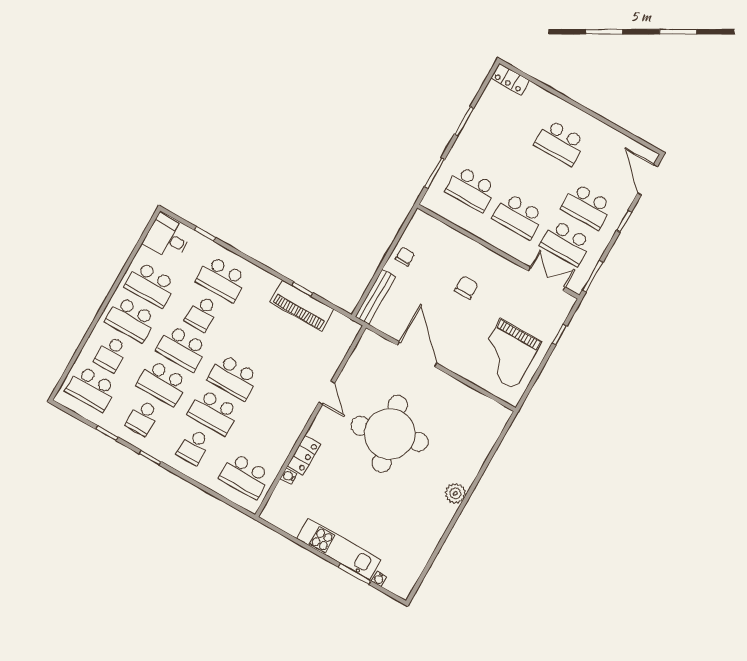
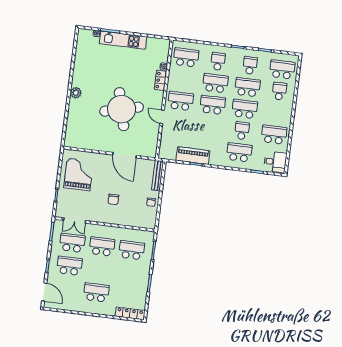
locker: (510, 79) -> (130, 313), width x1.53
school desk: (131, 319) -> (181, 101), moved

